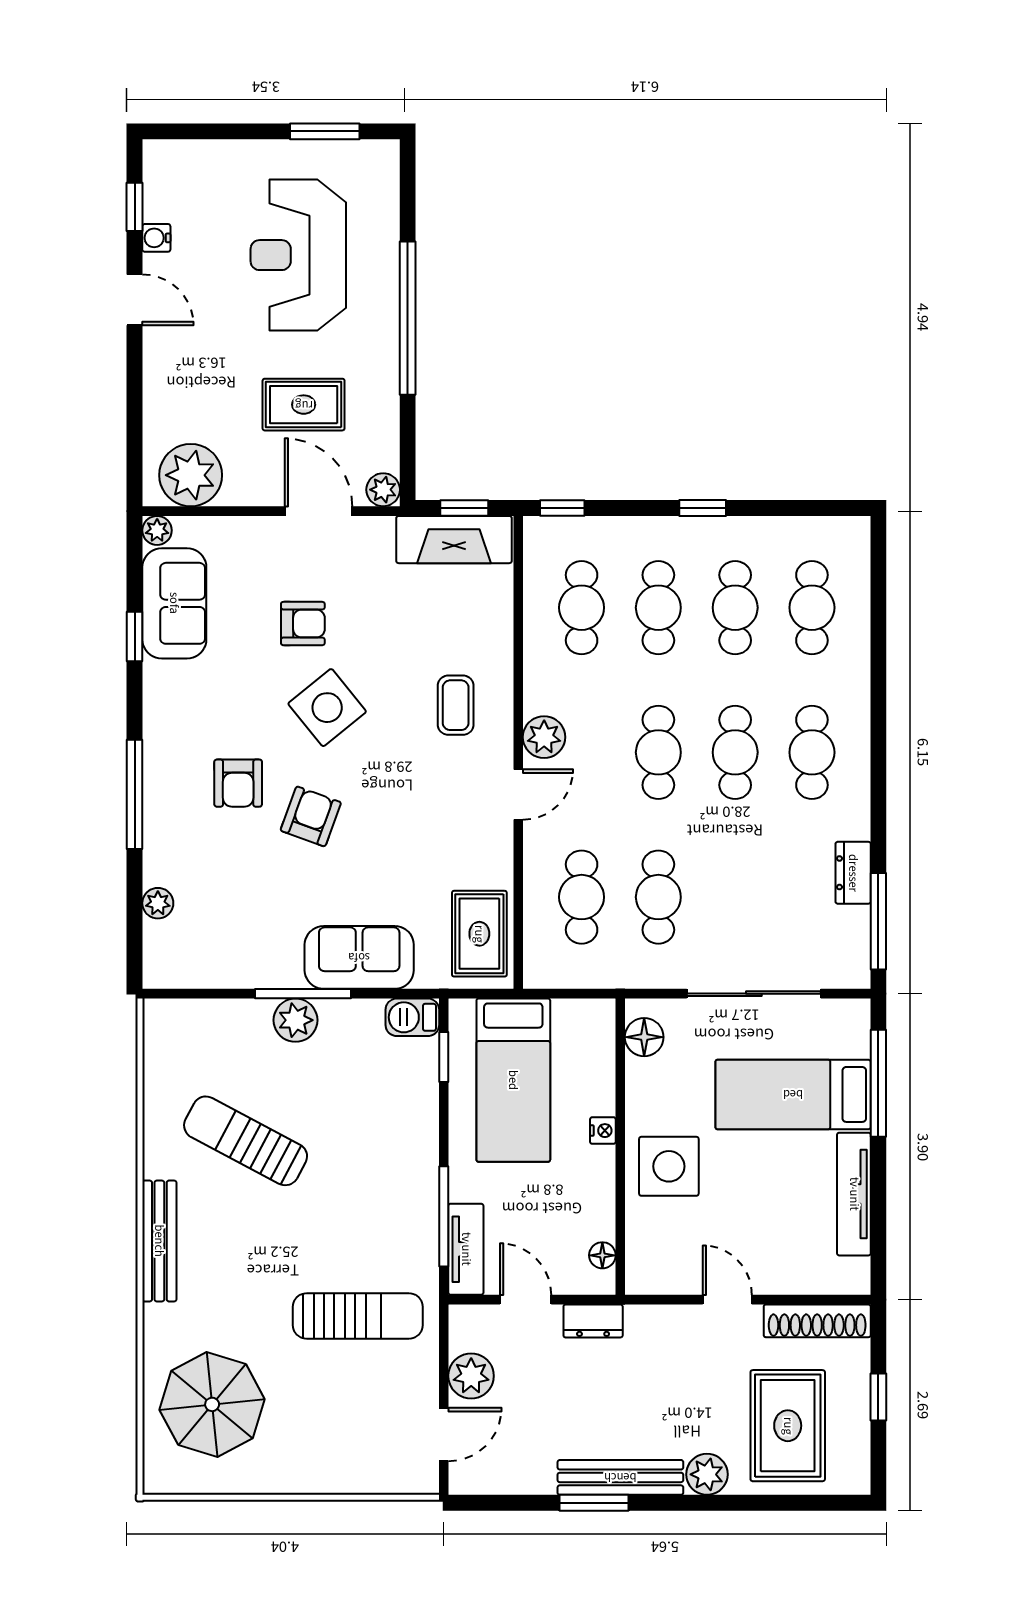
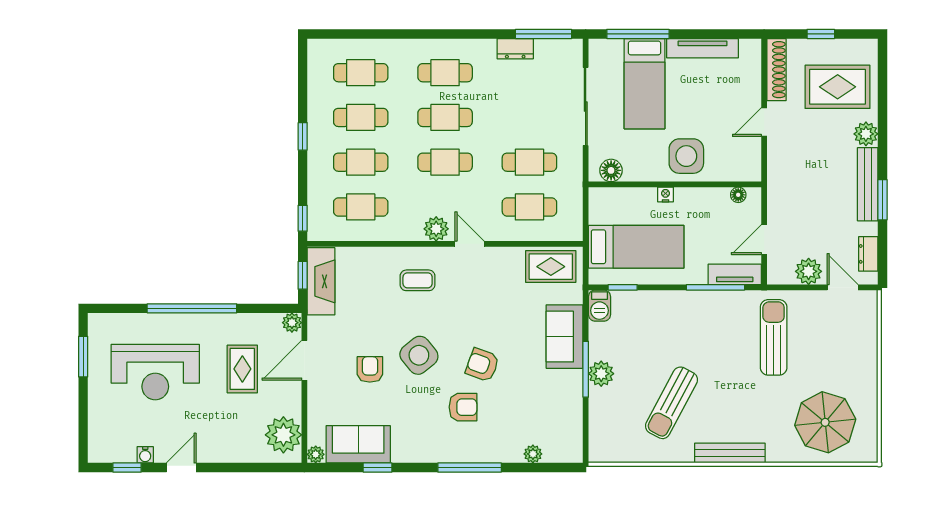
dresser: (593, 1321) -> (868, 254), moved, turned 180

